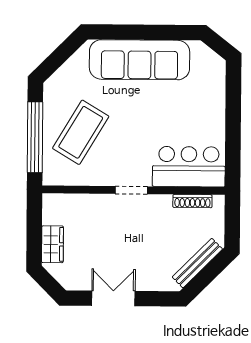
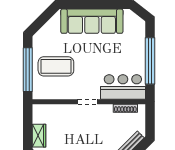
window: (233, 125) -> (150, 61), added
coffee table: (81, 132) -> (56, 66), turned 59

